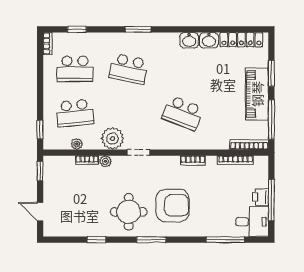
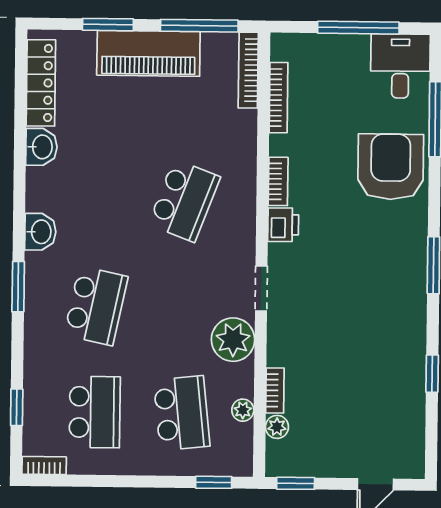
washbasin: (189, 40) -> (40, 232), moved
plant: (105, 161) -> (277, 427), moved
printer: (261, 197) -> (283, 225), moved, turned -90
armchair: (173, 206) -> (391, 167), moved
round table: (129, 212) -> (378, 309), removed

